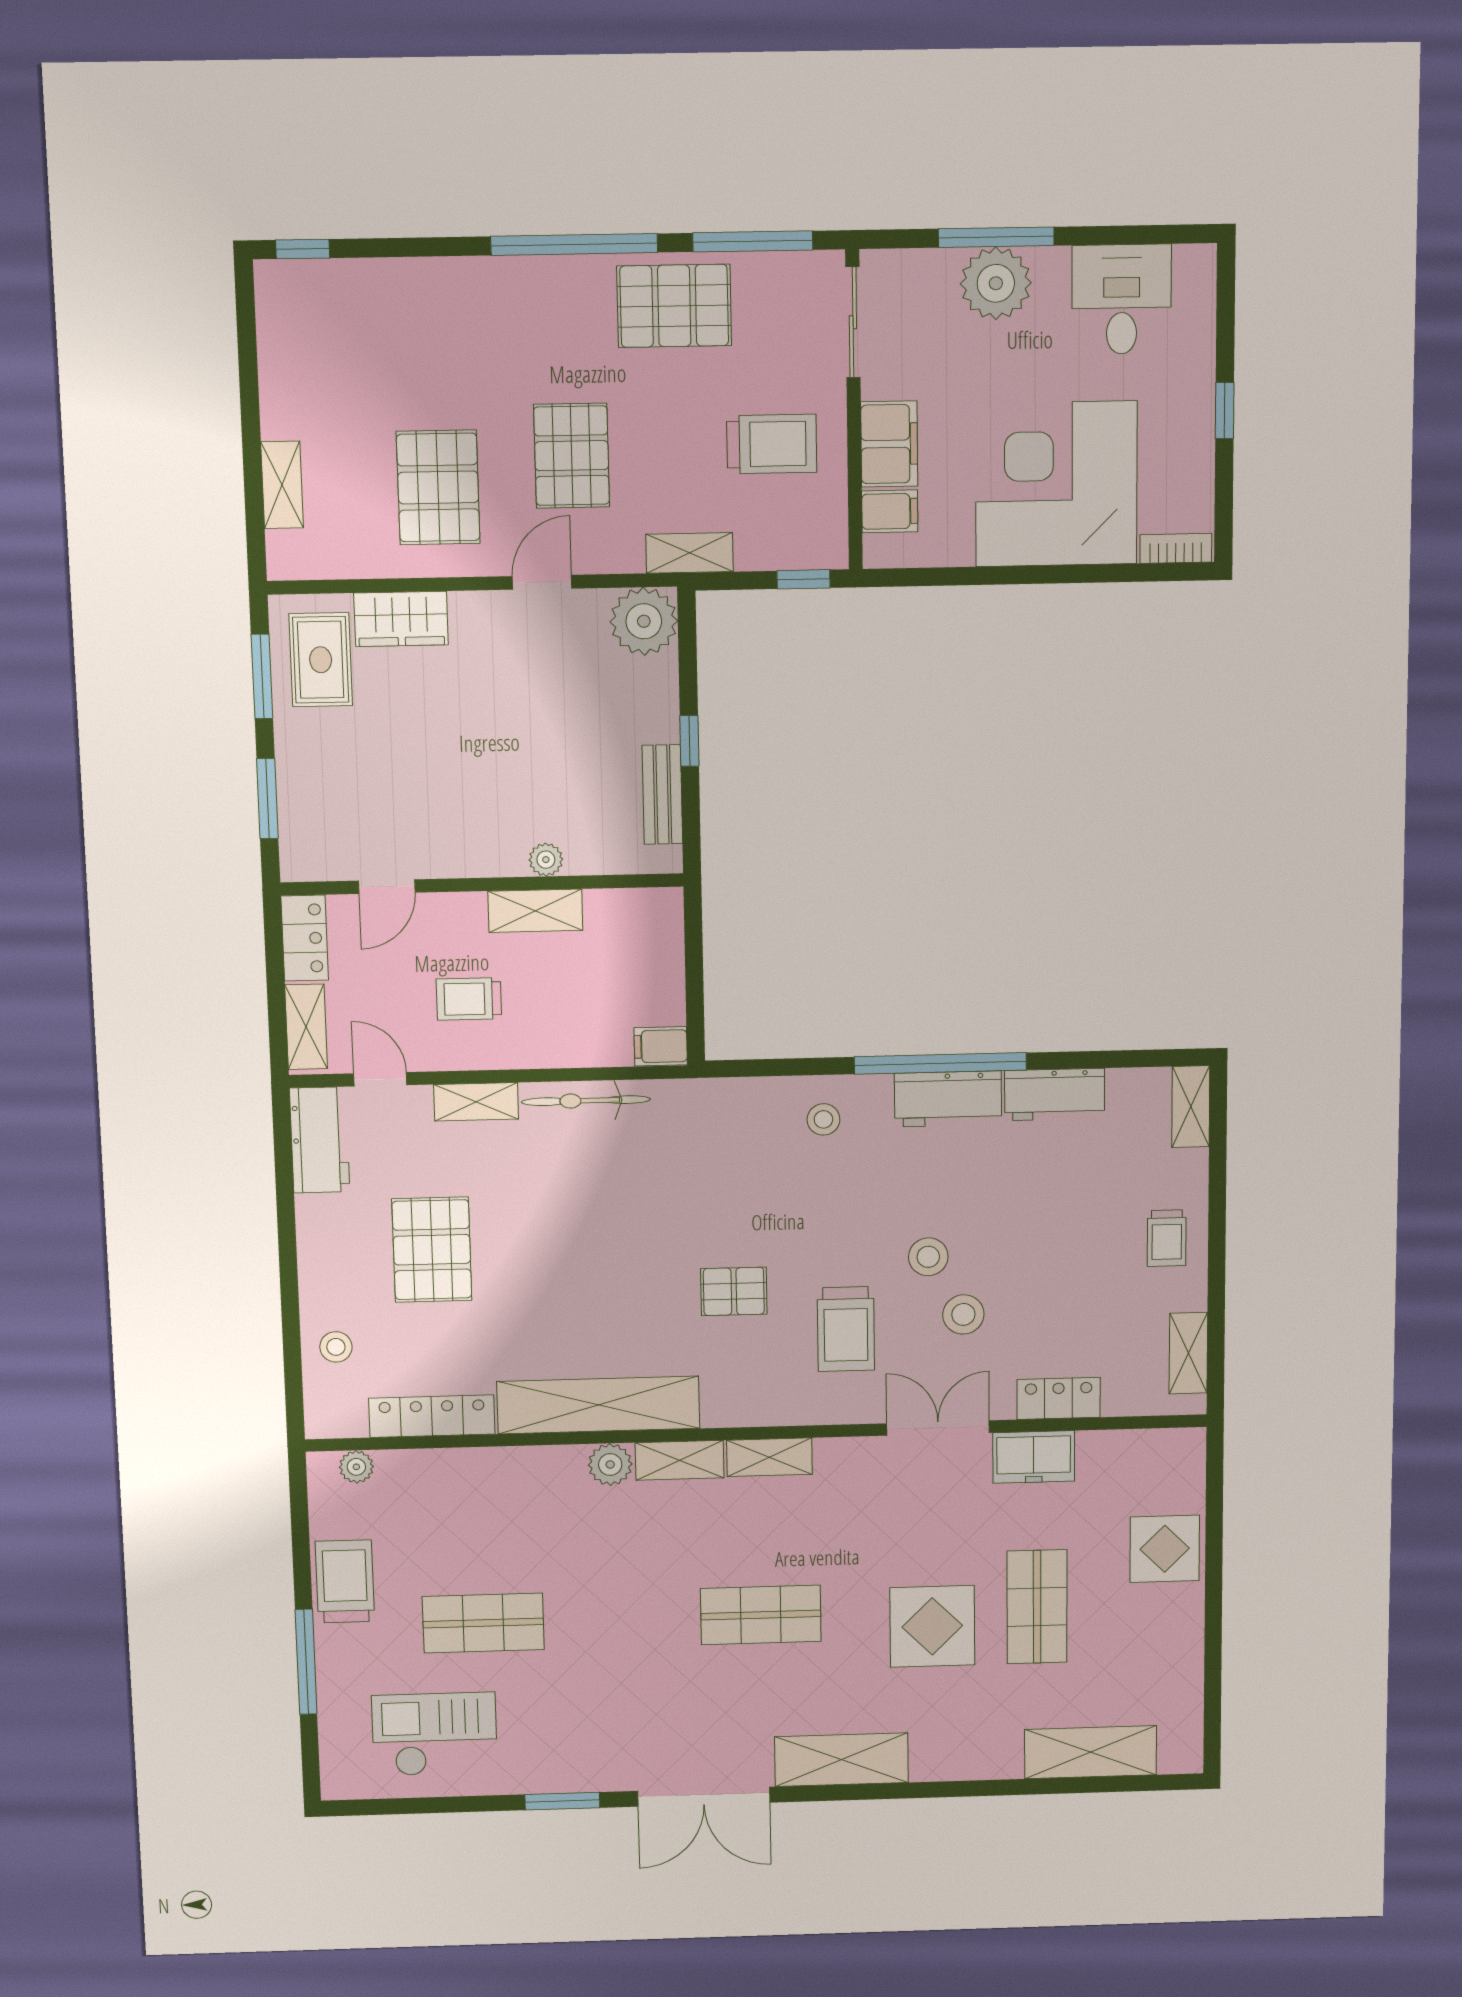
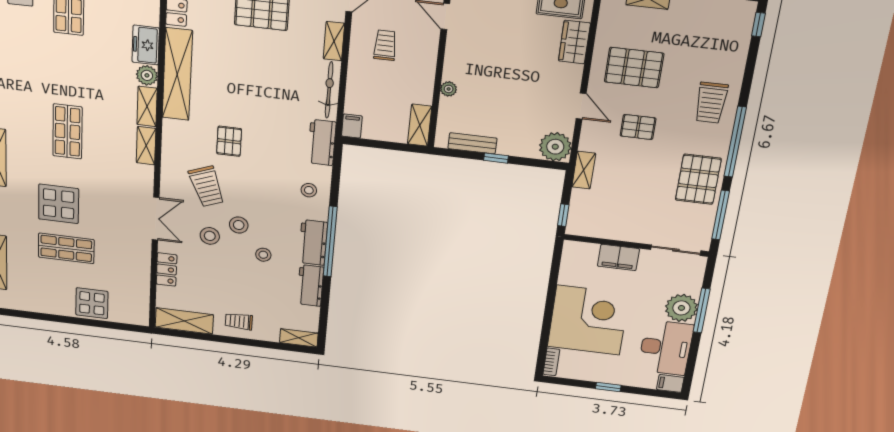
desk: (1122, 299) -> (666, 348), width x1.37
trolley: (772, 444) -> (711, 103), moved
pallet: (572, 456) -> (638, 127), width x0.67, depth x0.71
filing cabinet: (890, 511) -> (670, 383), moved, turned 90
shelving: (535, 911) -> (420, 125), moved
workbench: (708, 1104) -> (322, 142), added
stool: (993, 1200) -> (263, 255), added
trolley: (846, 1329) -> (207, 186), turned -111
shelving: (1188, 1353) -> (184, 321), width x1.50, depth x1.33
freezer: (1034, 1457) -> (146, 45), moved

